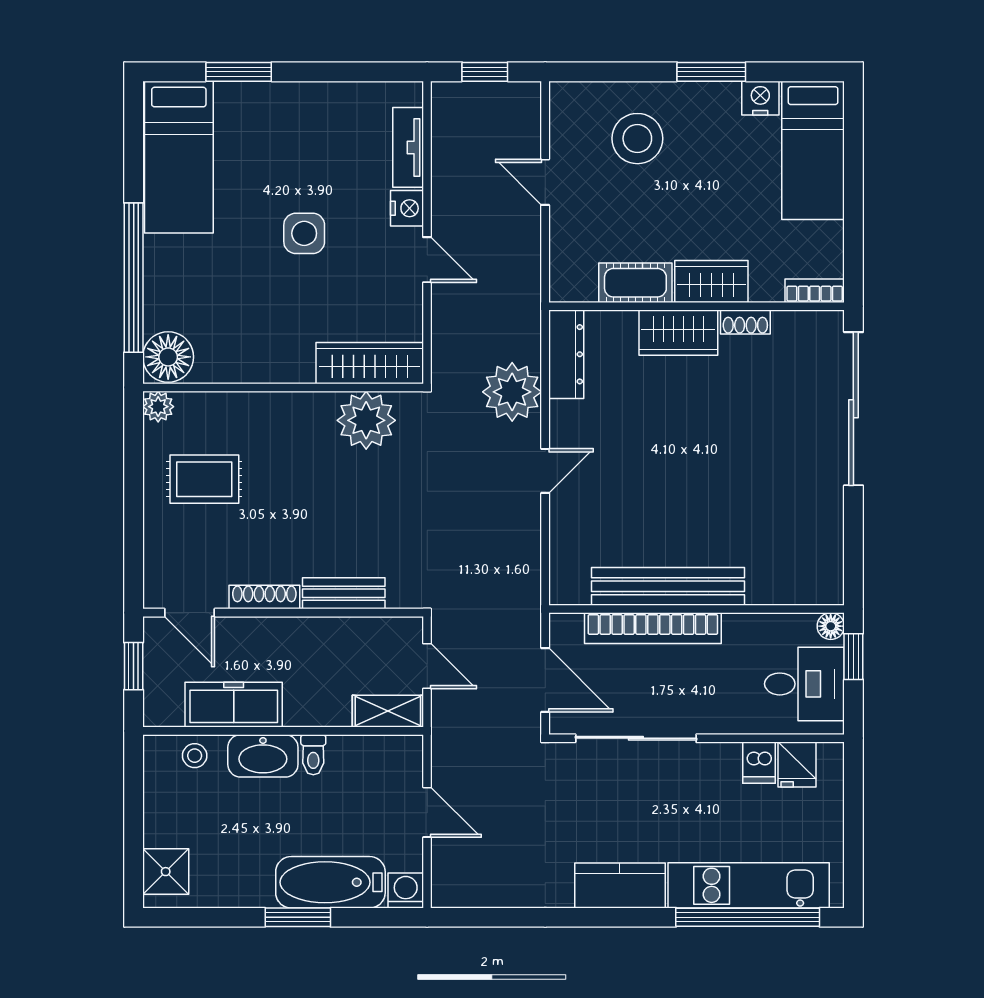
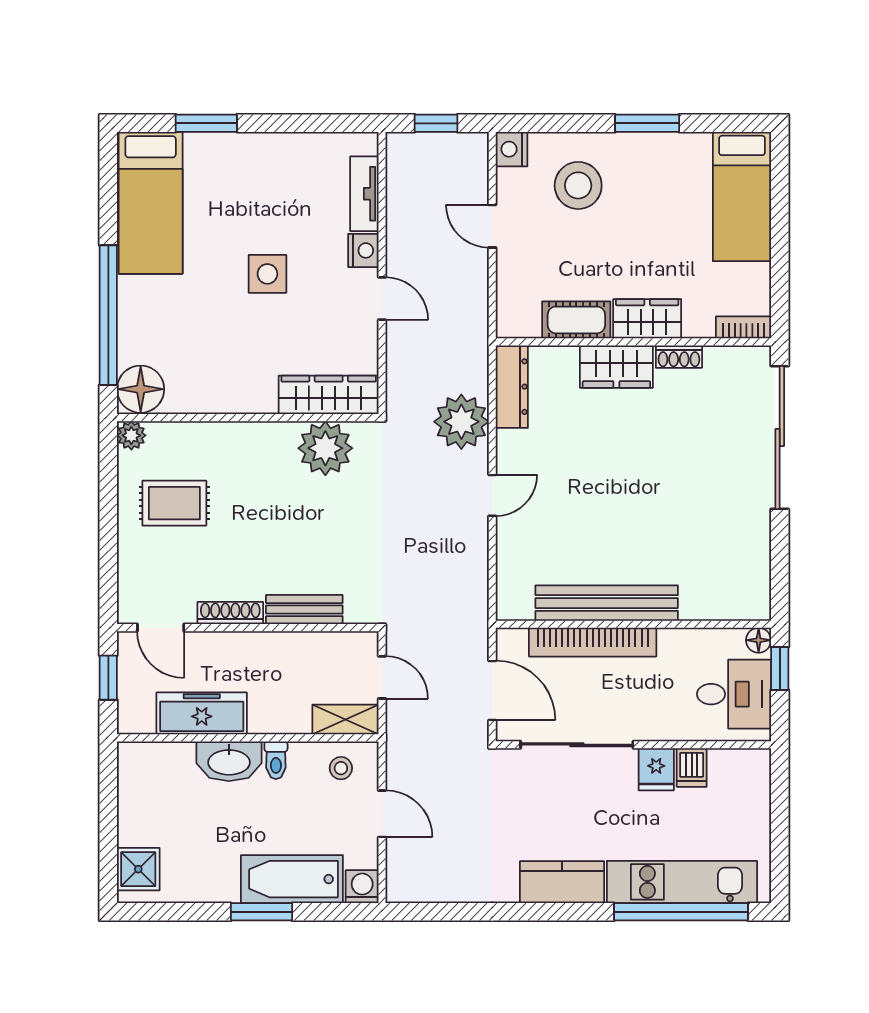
nightstand: (760, 98) -> (512, 149), moved, turned -90
stool: (195, 756) -> (341, 768), moved
fridge: (797, 764) -> (656, 769), moved

